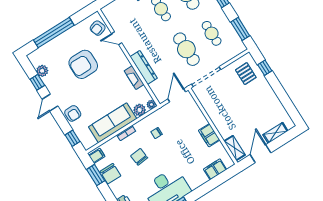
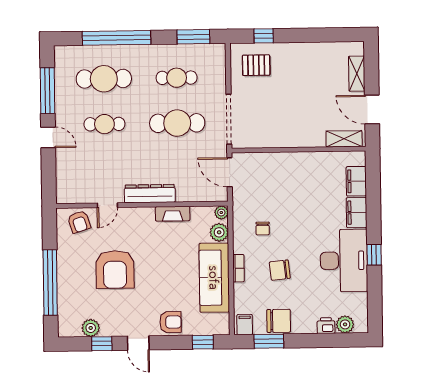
dresser: (144, 67) -> (150, 194), moved
filing cabinet: (209, 135) -> (357, 213), moved, turned 90

